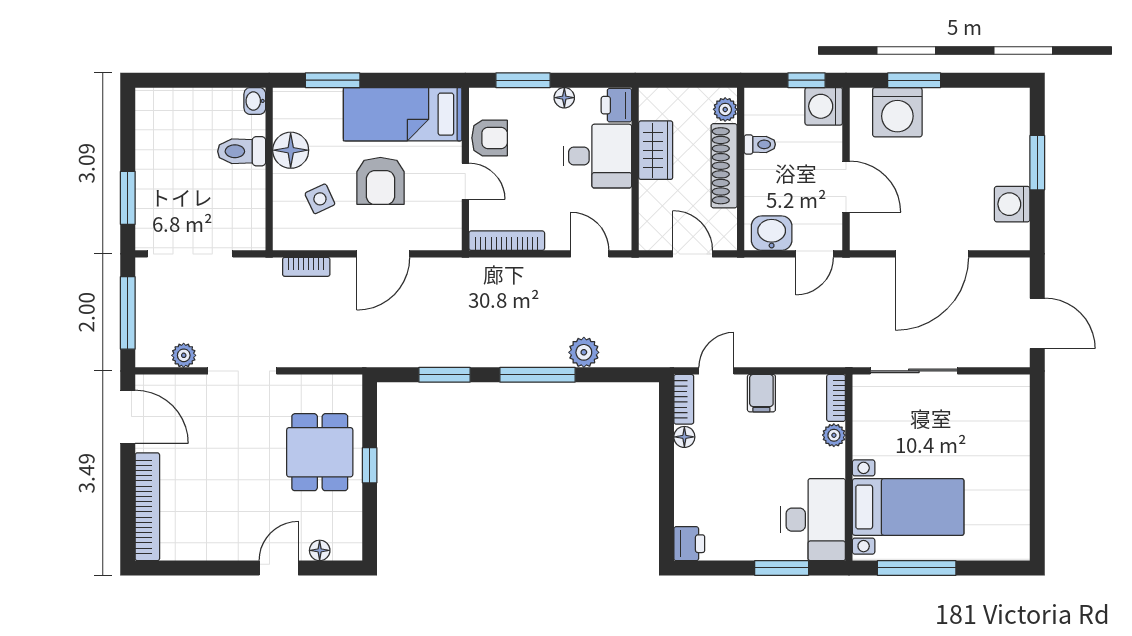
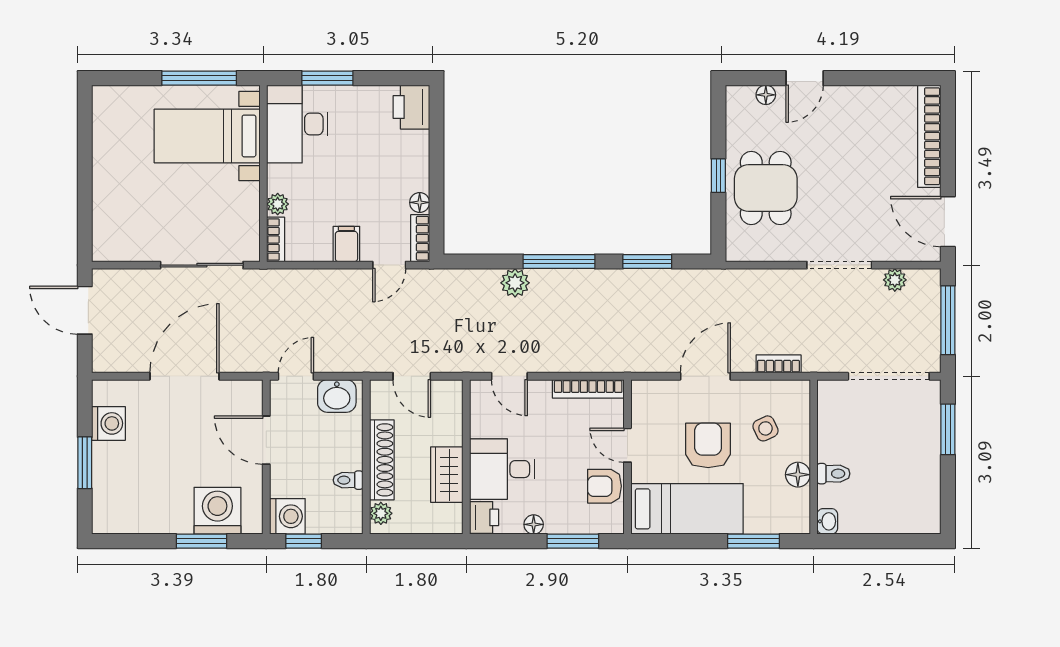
floor lamp: (291, 150) -> (798, 475), width x0.73, depth x0.73
toilet: (242, 151) -> (833, 474), width x0.73, depth x0.72
printer: (689, 544) -> (411, 107), width x1.36, depth x1.24

